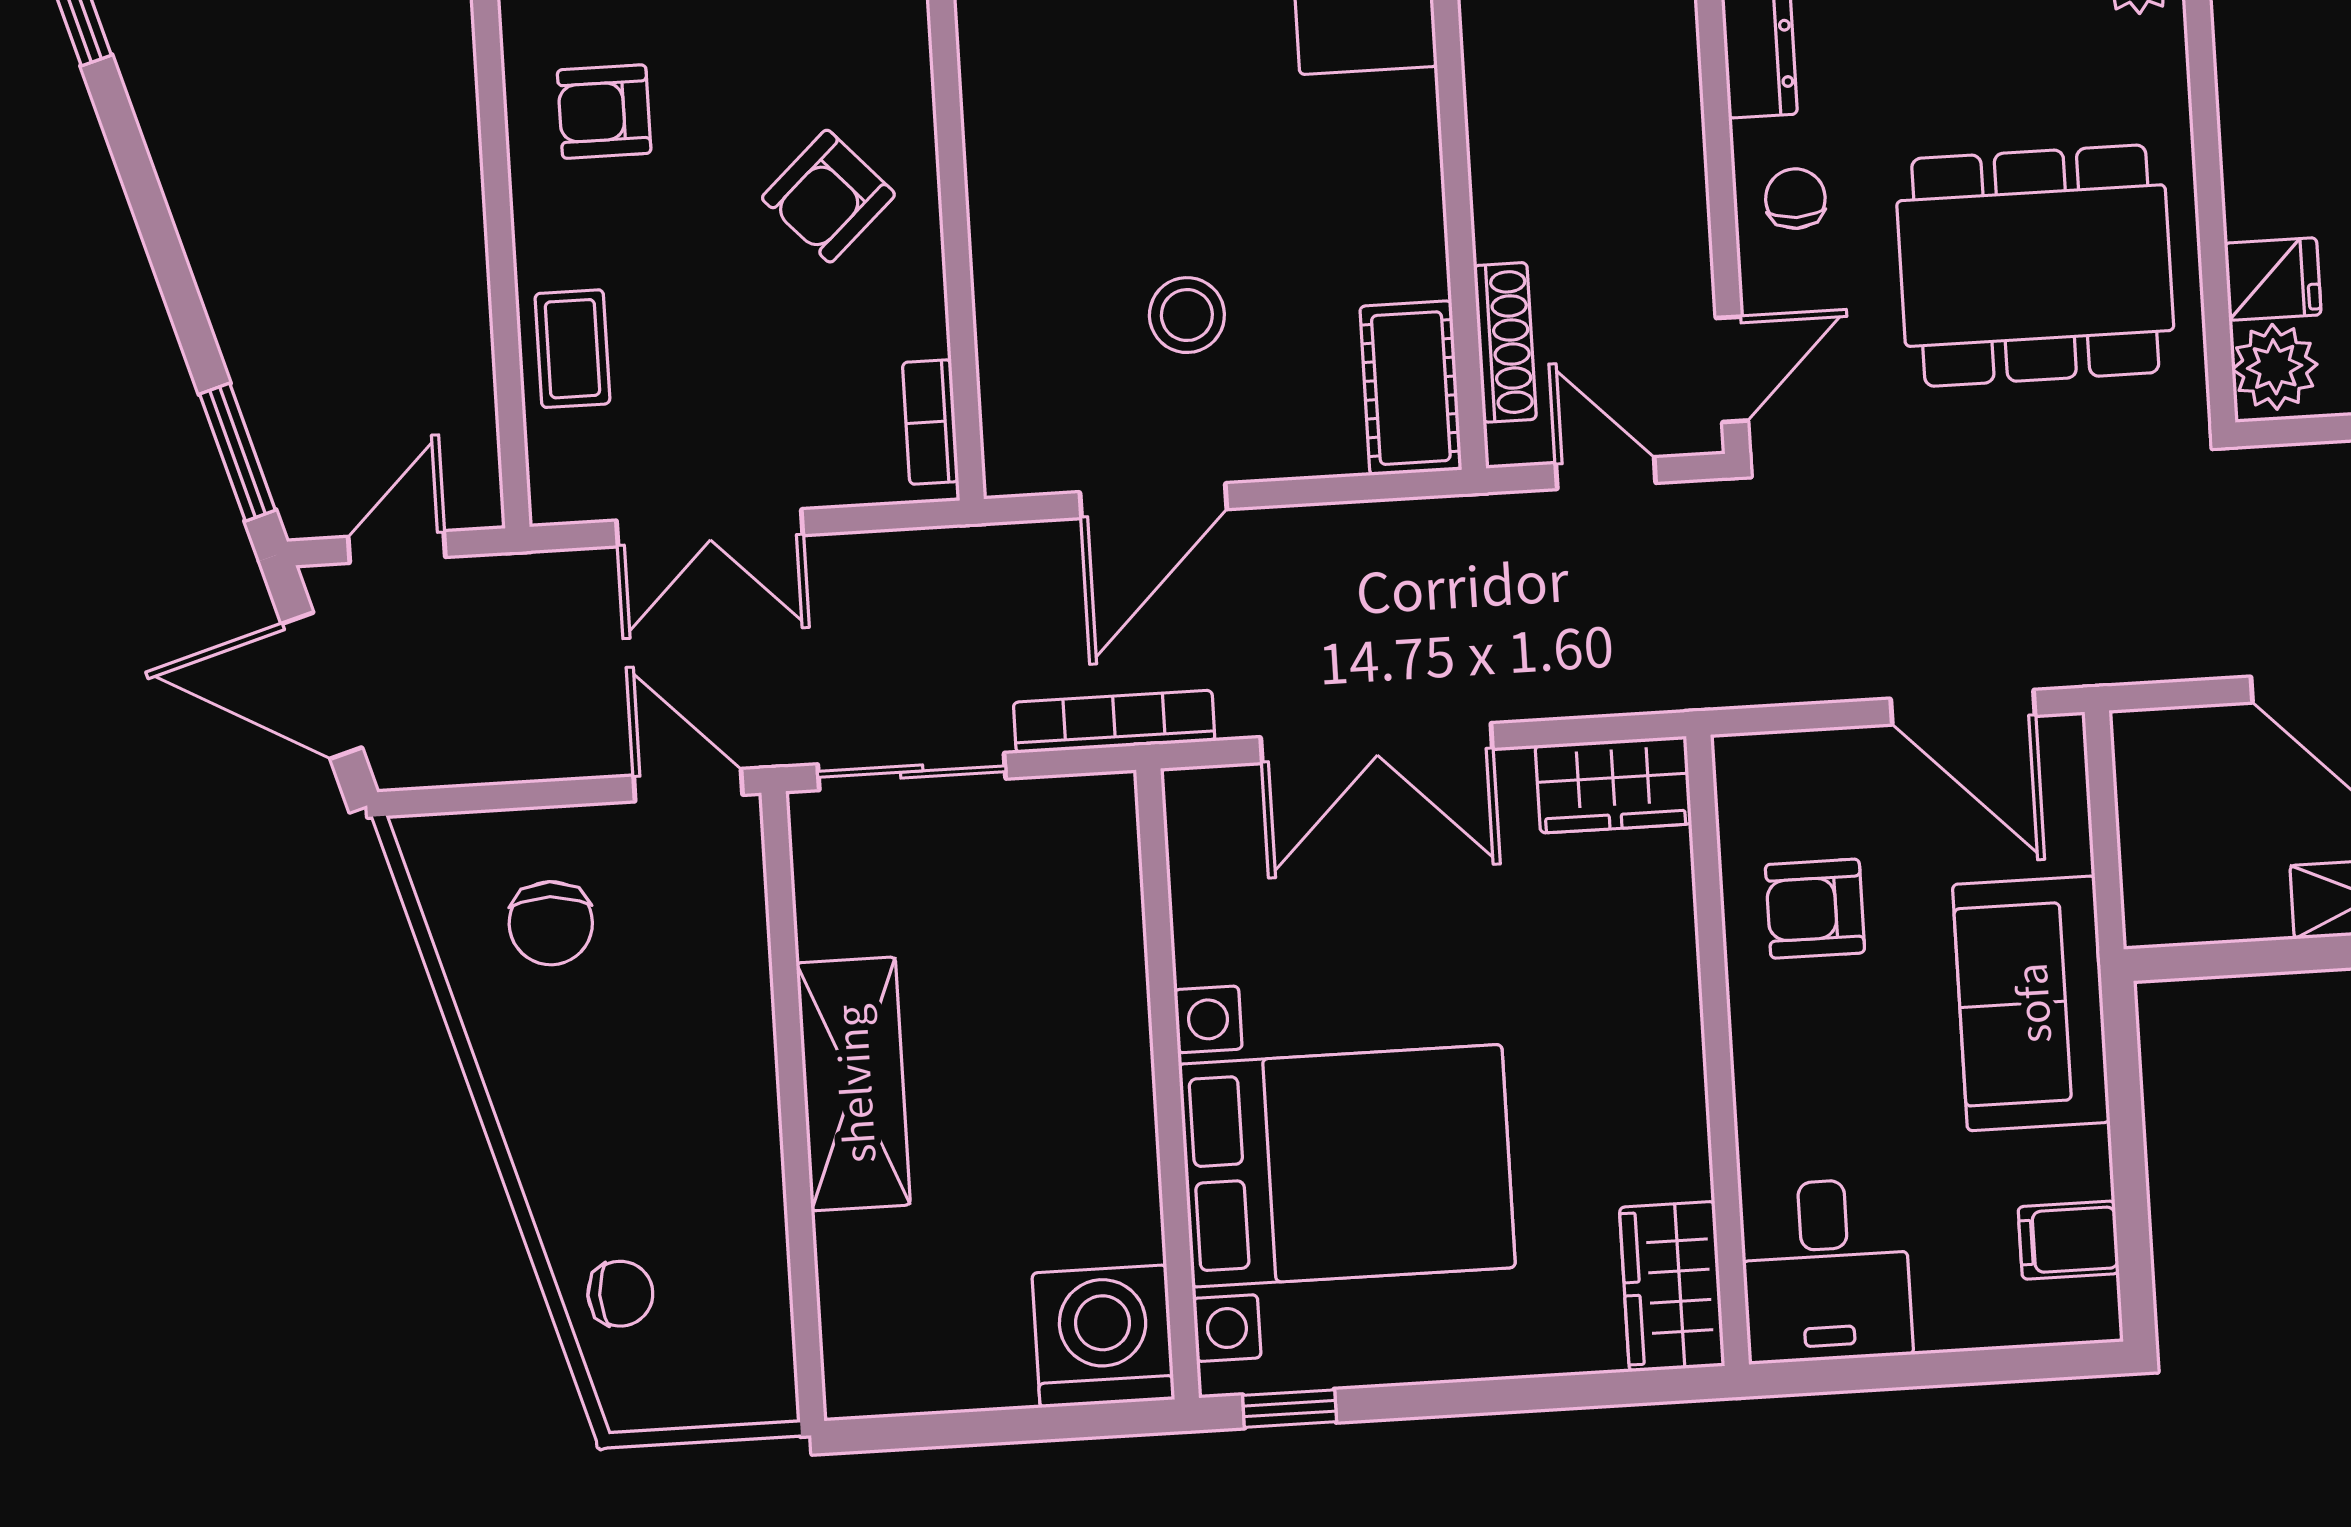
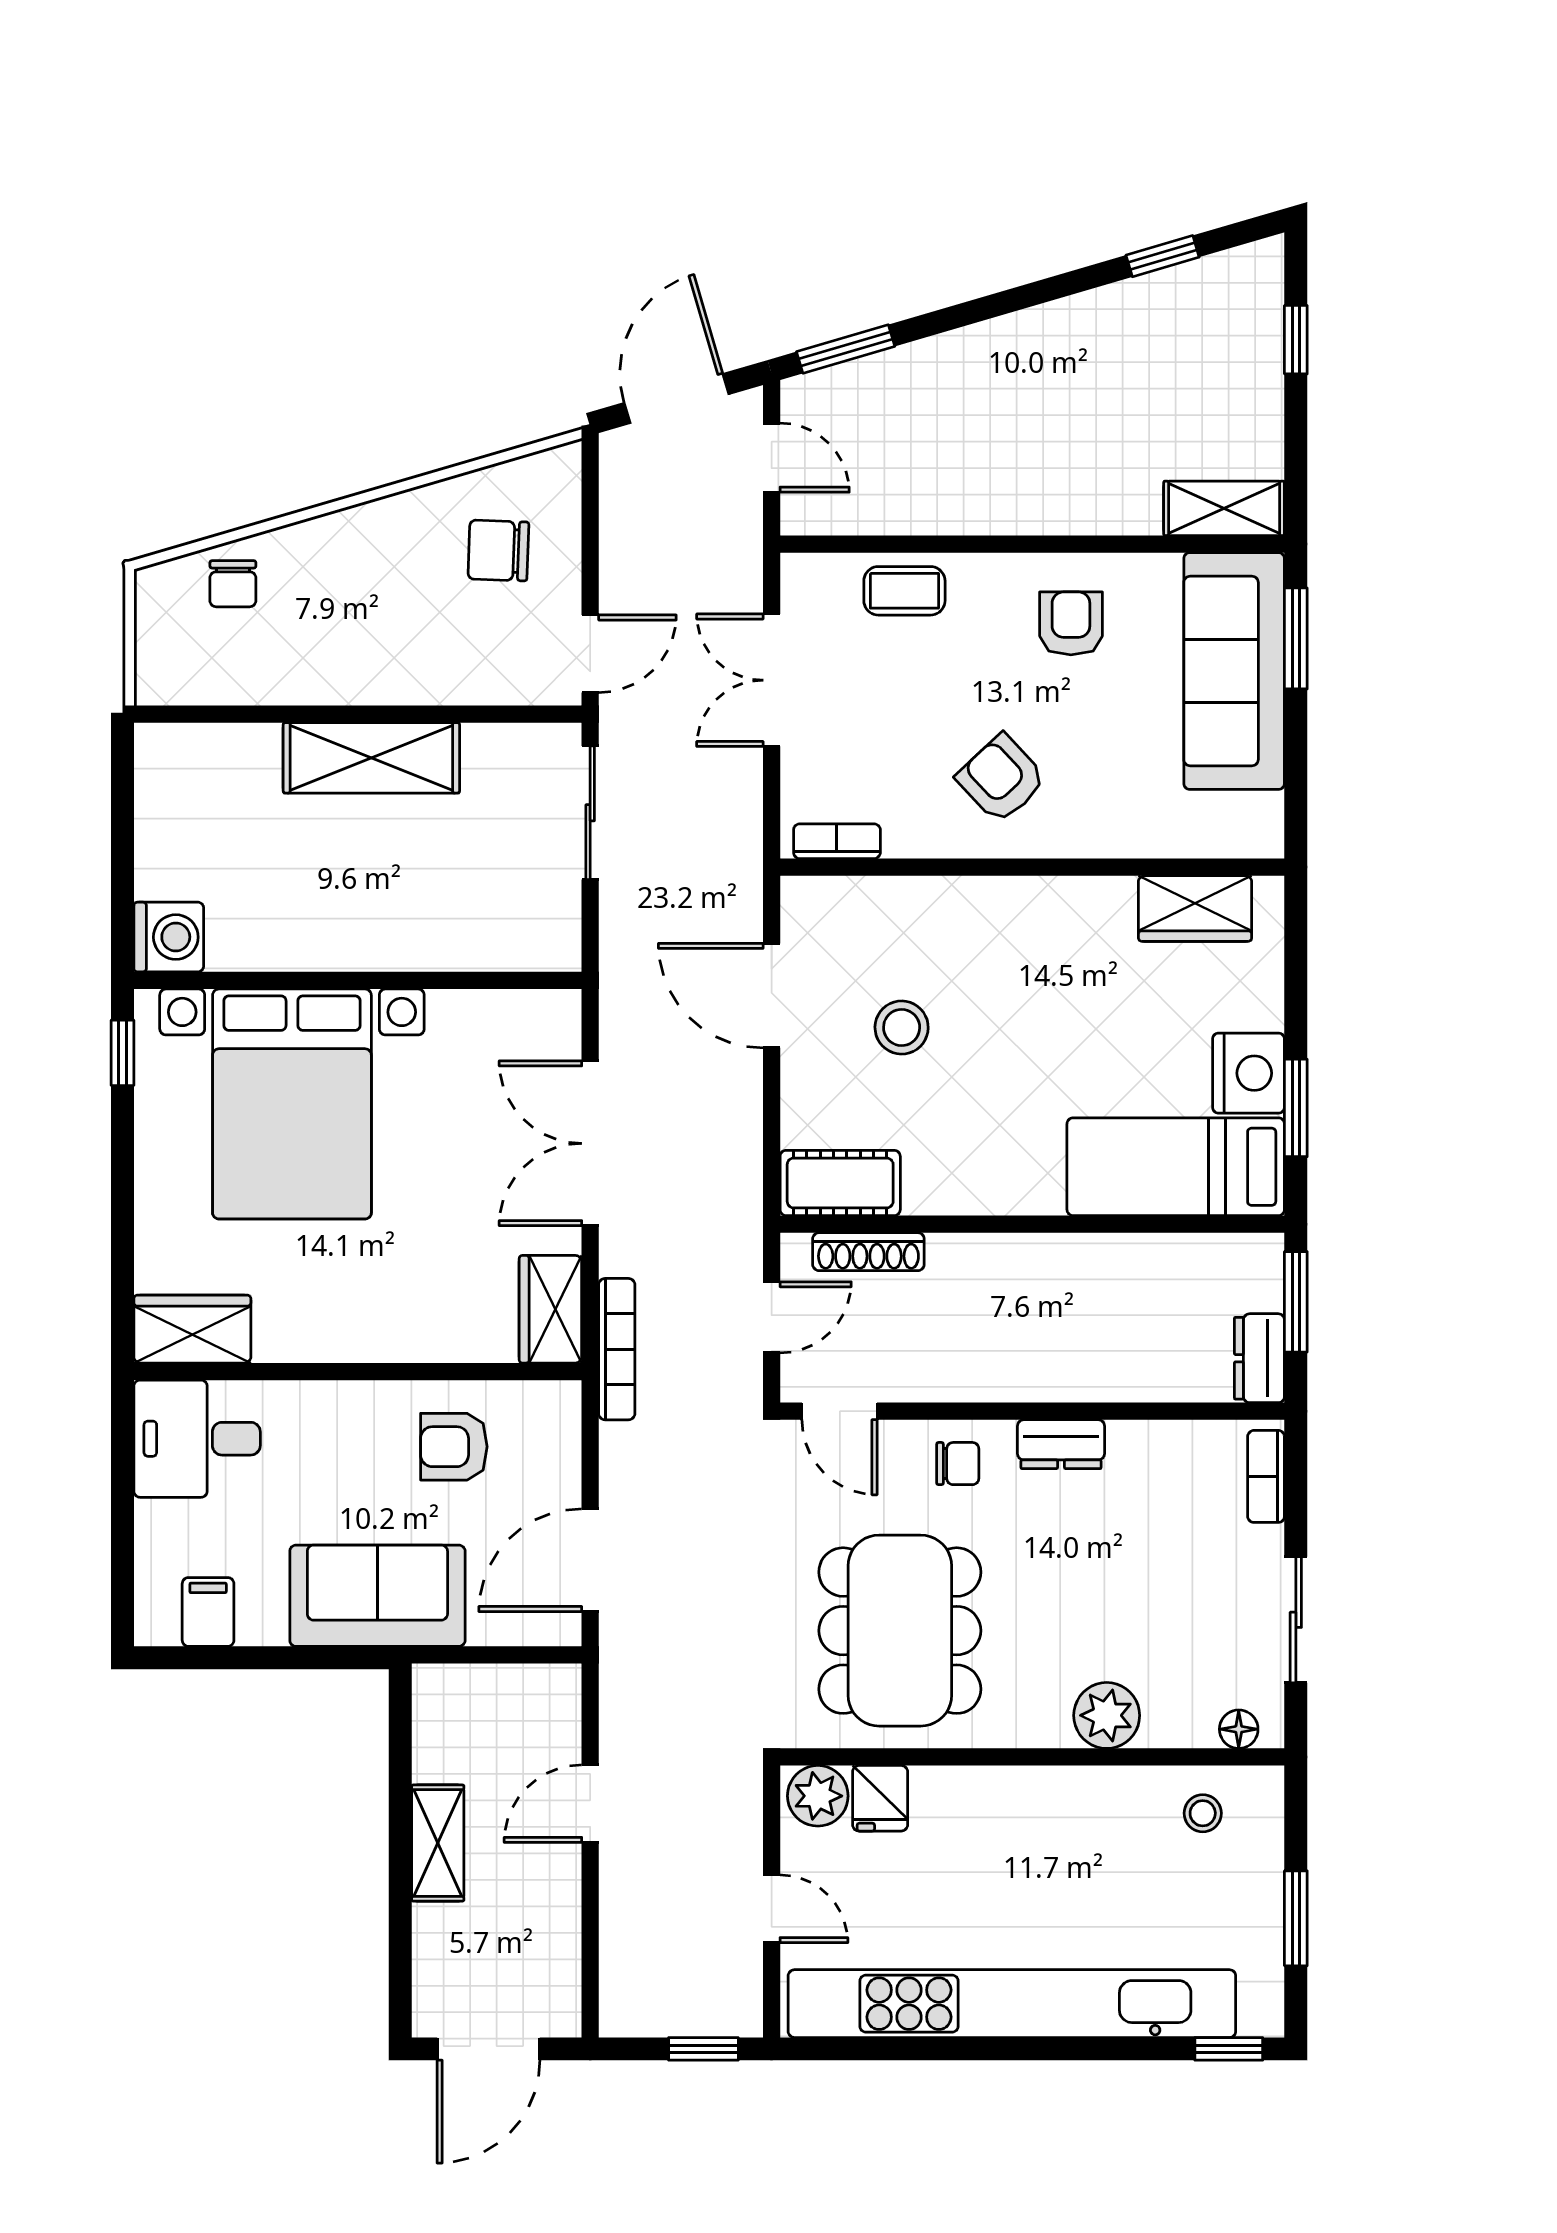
bookcase: (1114, 722) -> (617, 1349), moved
armchair: (1815, 909) -> (454, 1447), turned -90
washing machine: (1103, 1336) -> (169, 937), width x0.73, depth x0.73

